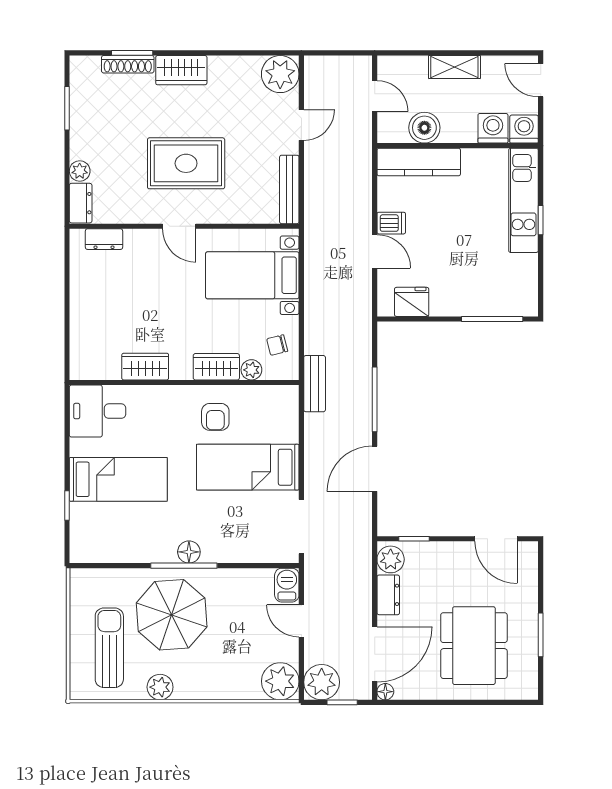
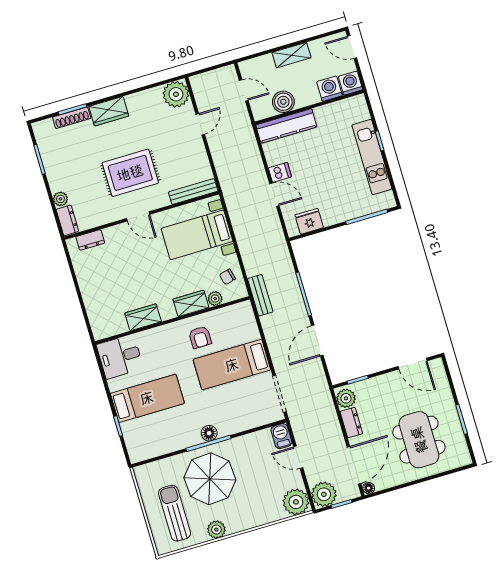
bench: (289, 189) -> (193, 191), moved, turned 90
kitchen unit: (523, 200) -> (372, 157), moved

